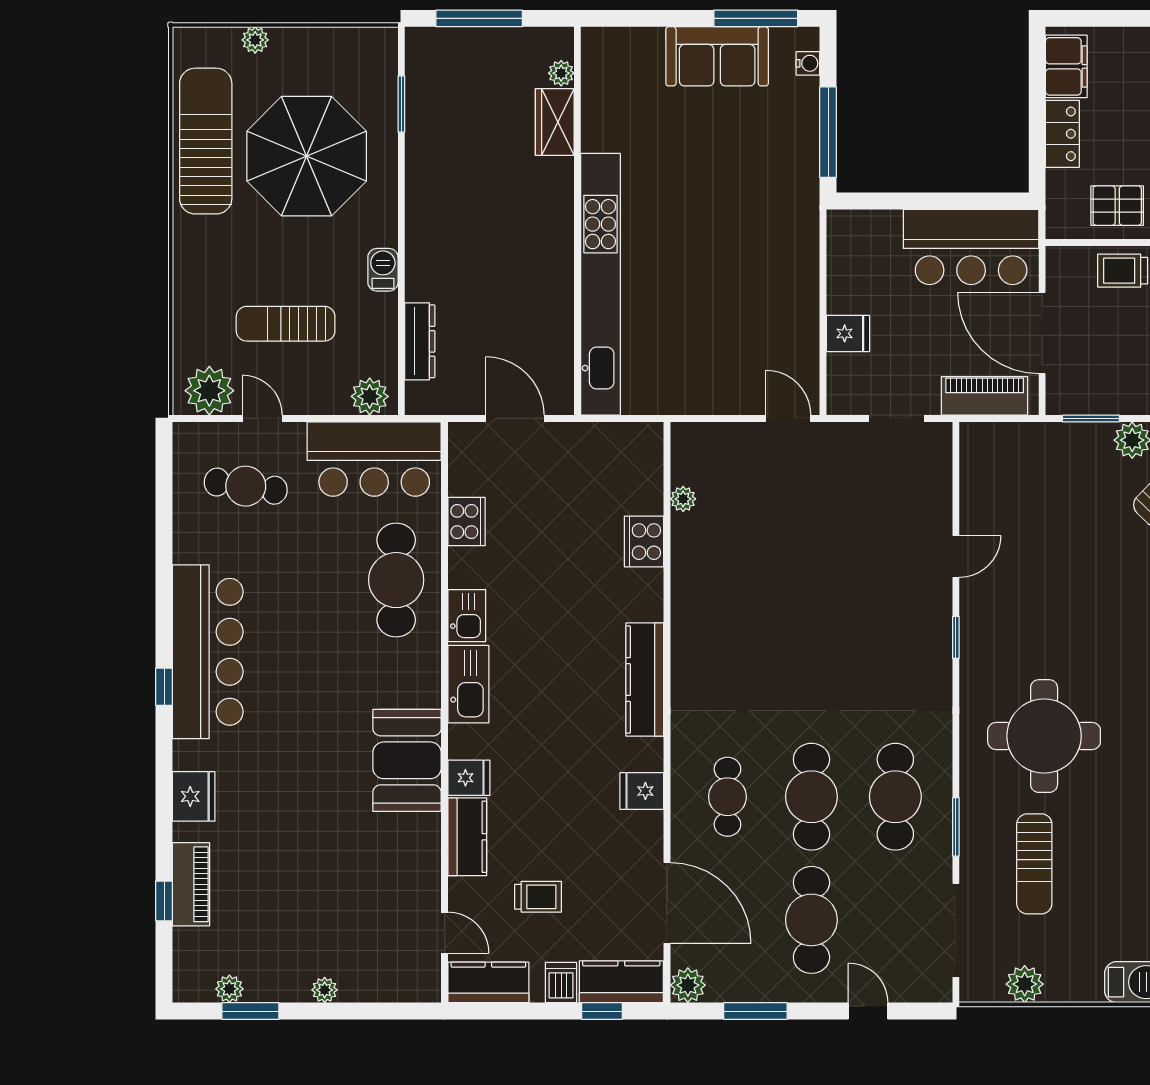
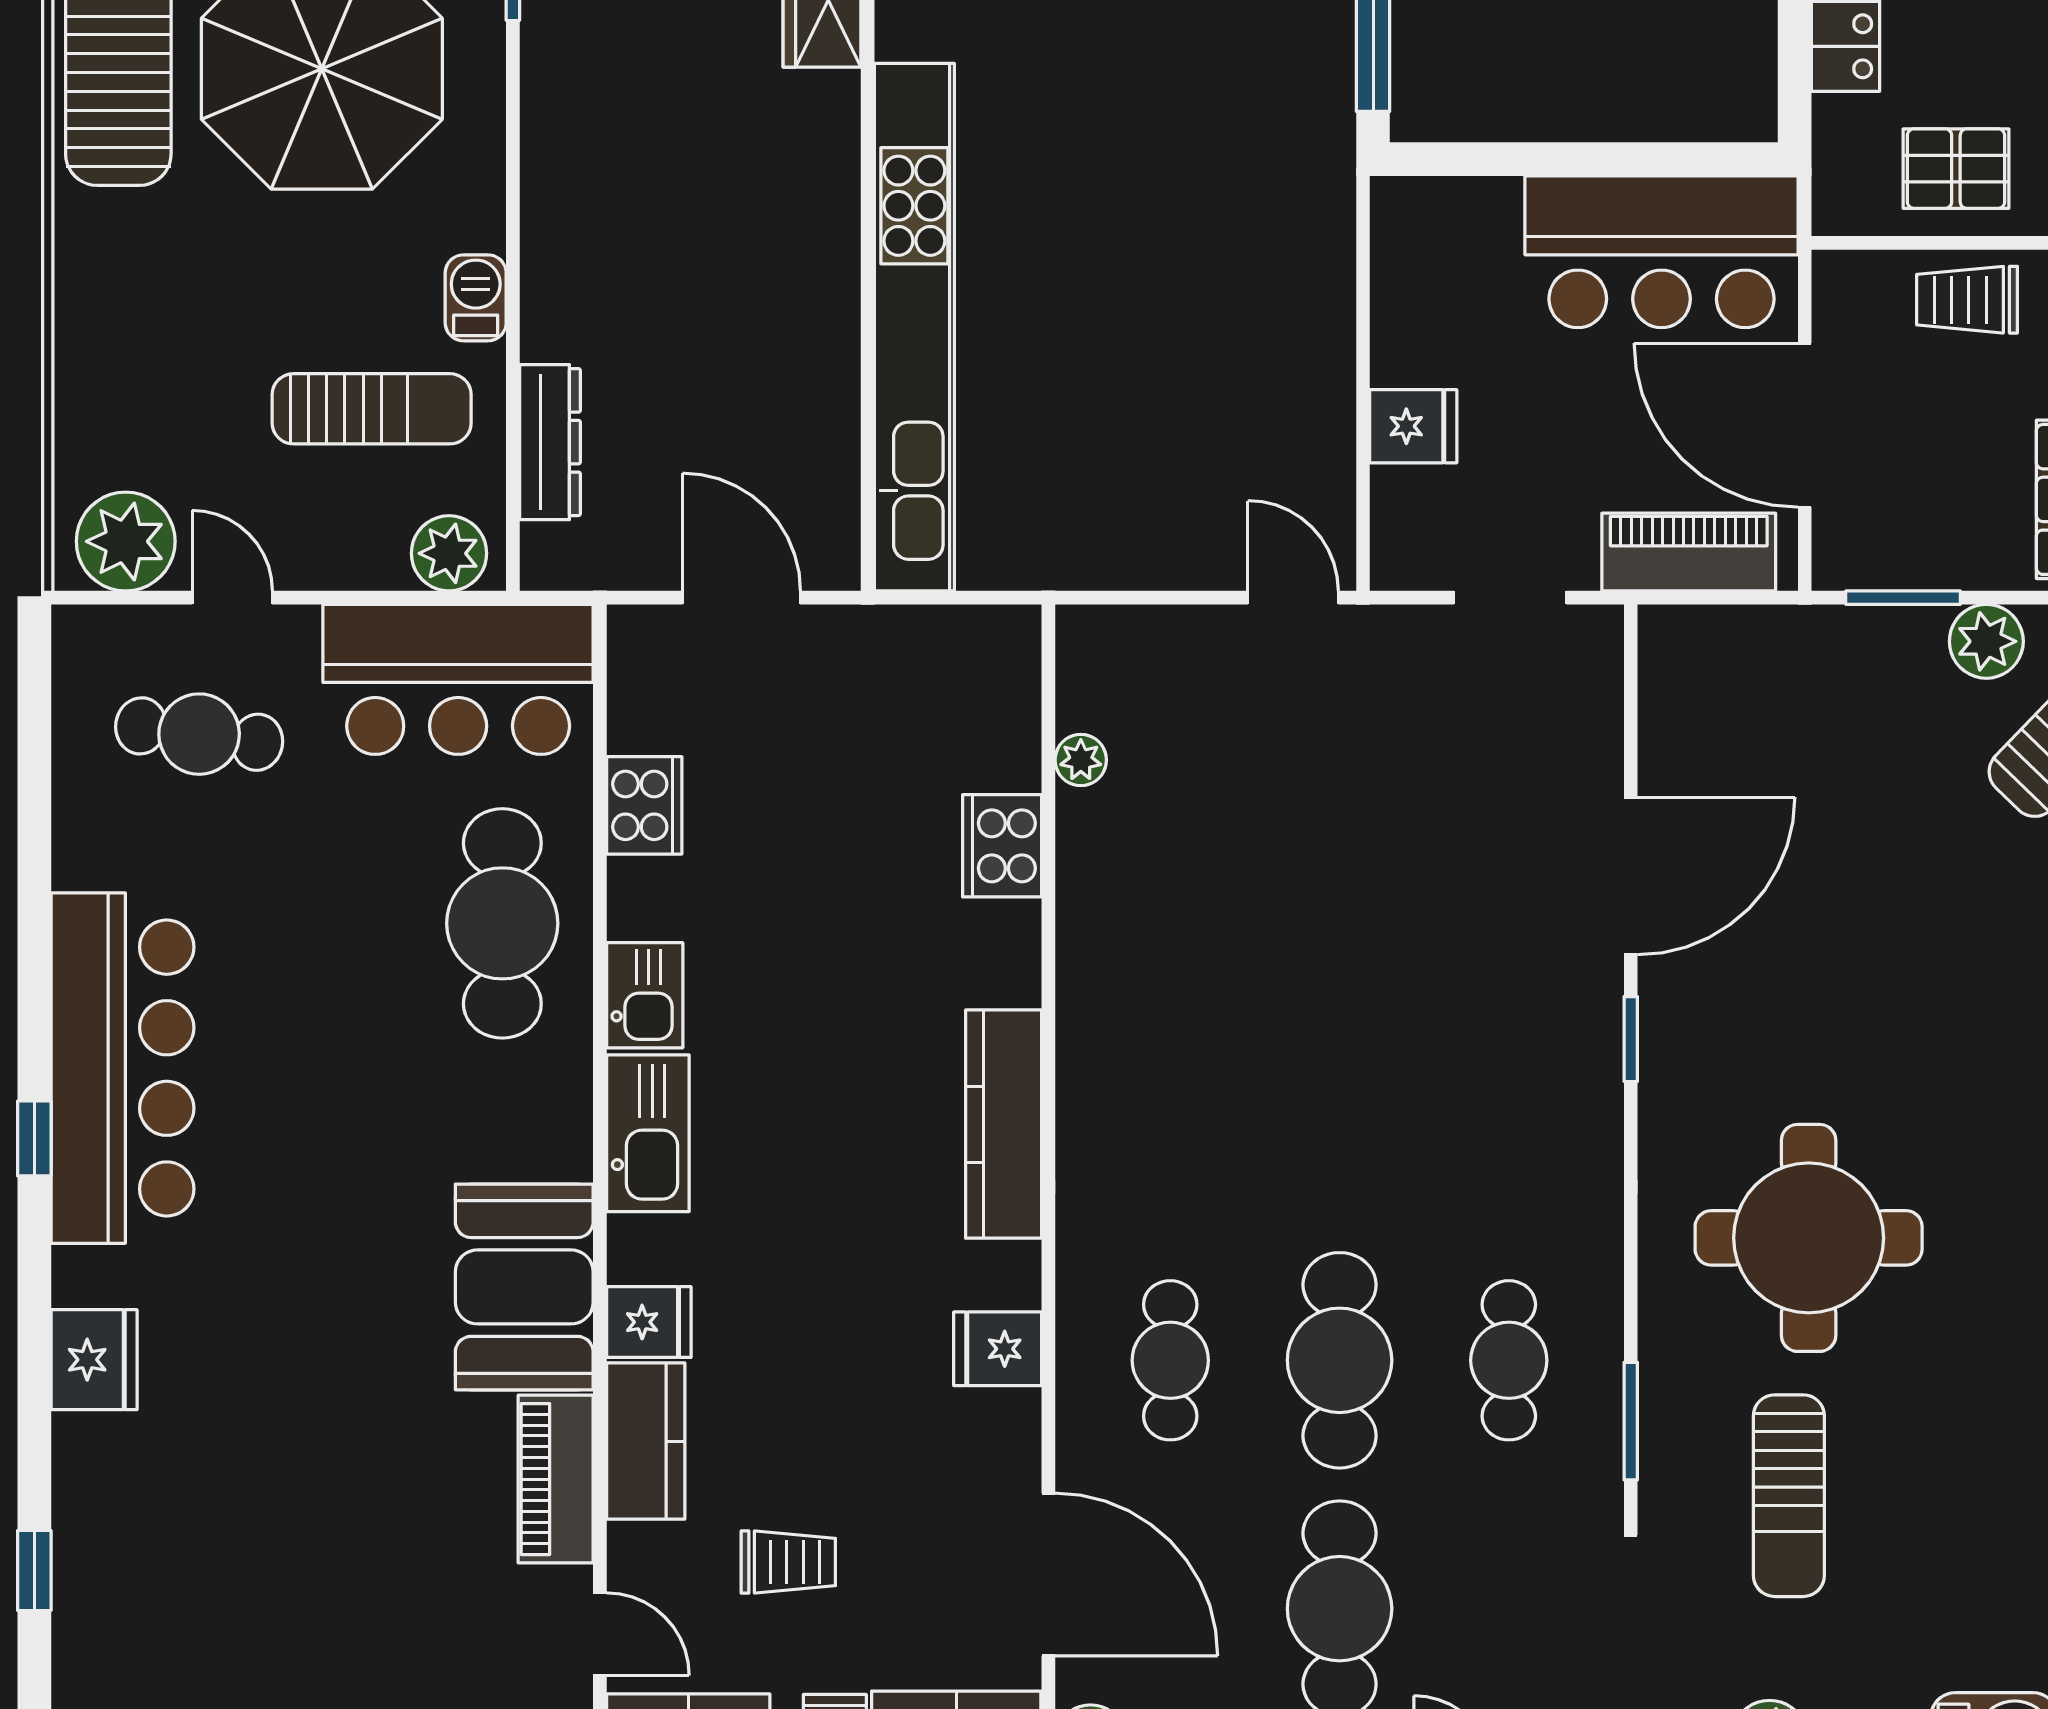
sun lounger: (286, 324) -> (372, 409), moved, turned 180
door: (956, 557) -> (1631, 876), width x1.88
cafe table: (895, 797) -> (1509, 1360), width x0.73, depth x0.74
piano: (191, 884) -> (556, 1479), moved, turned 180

